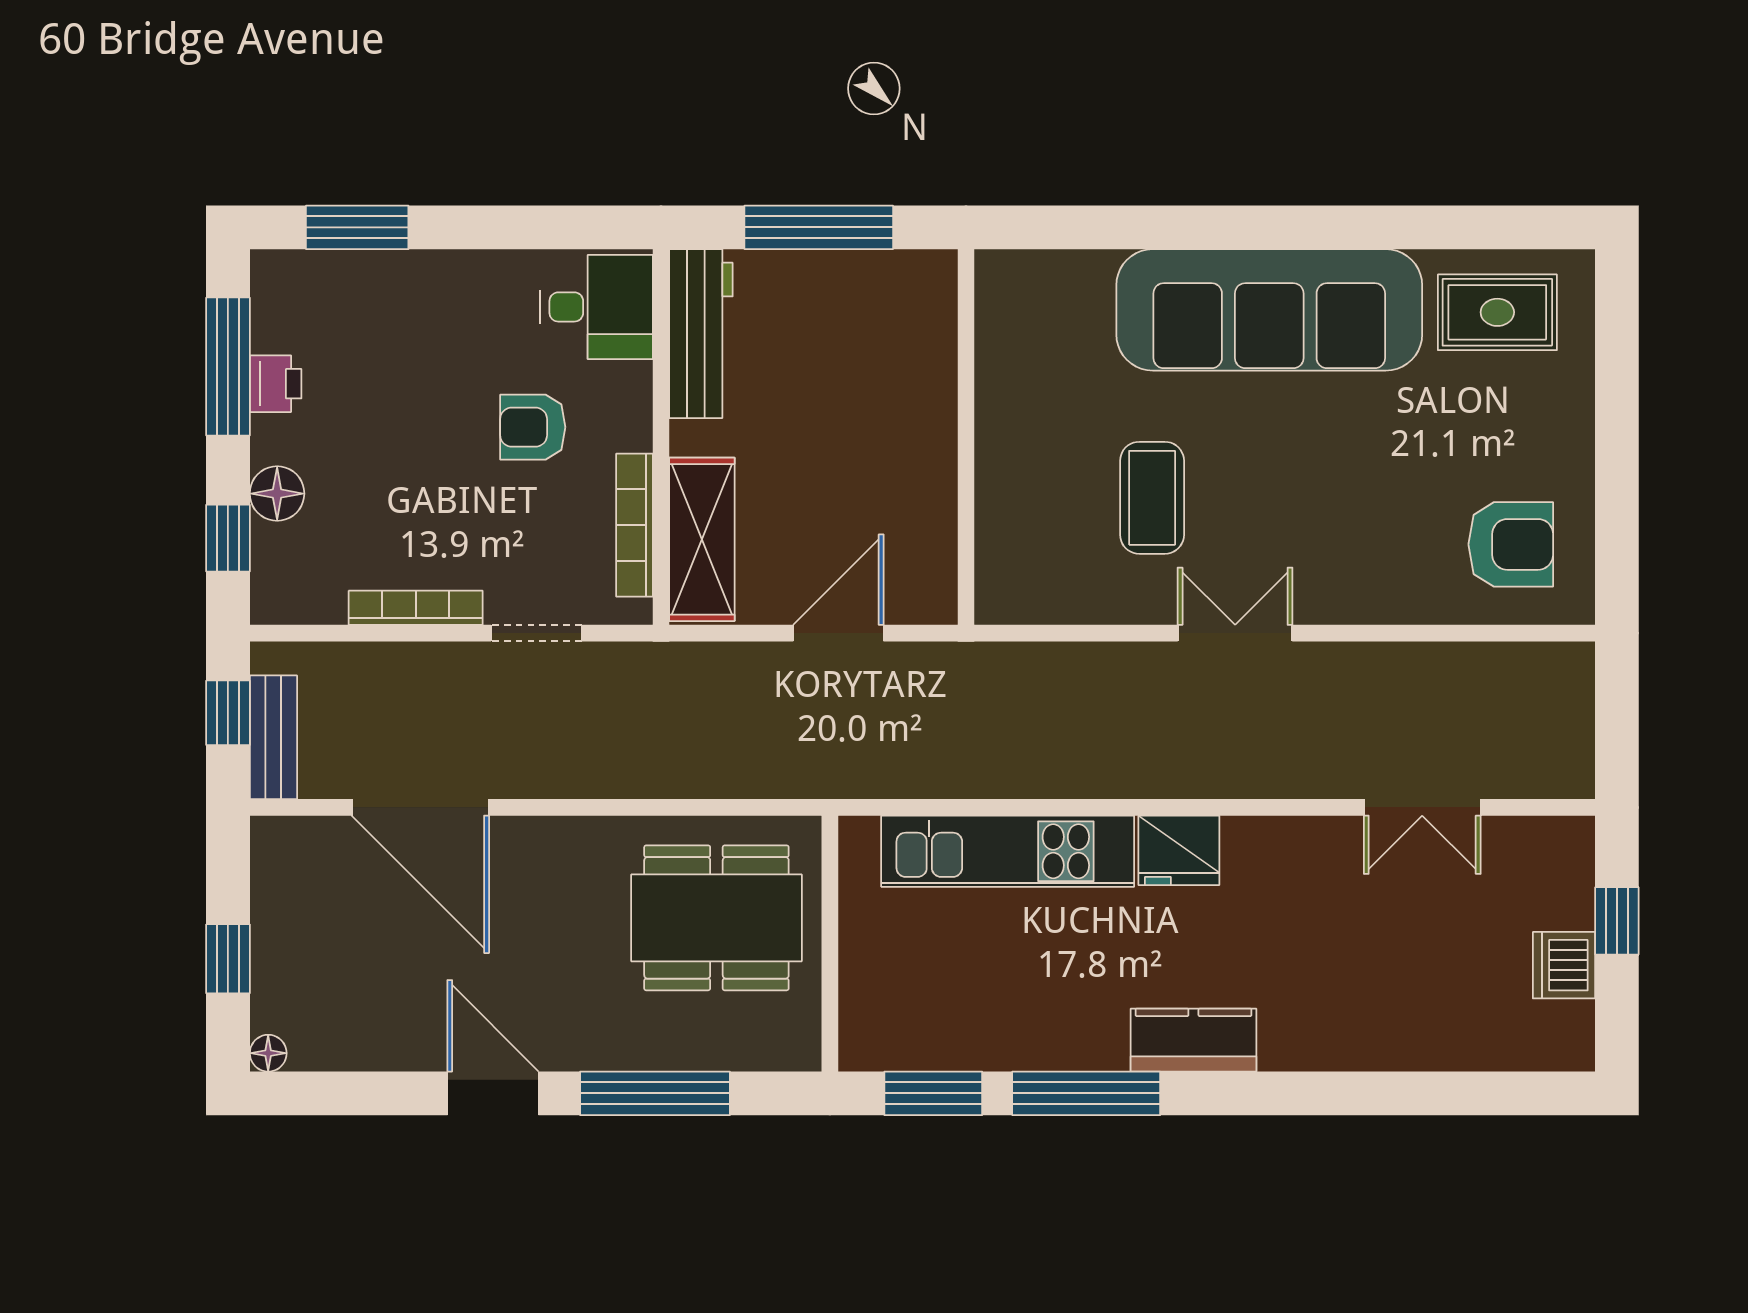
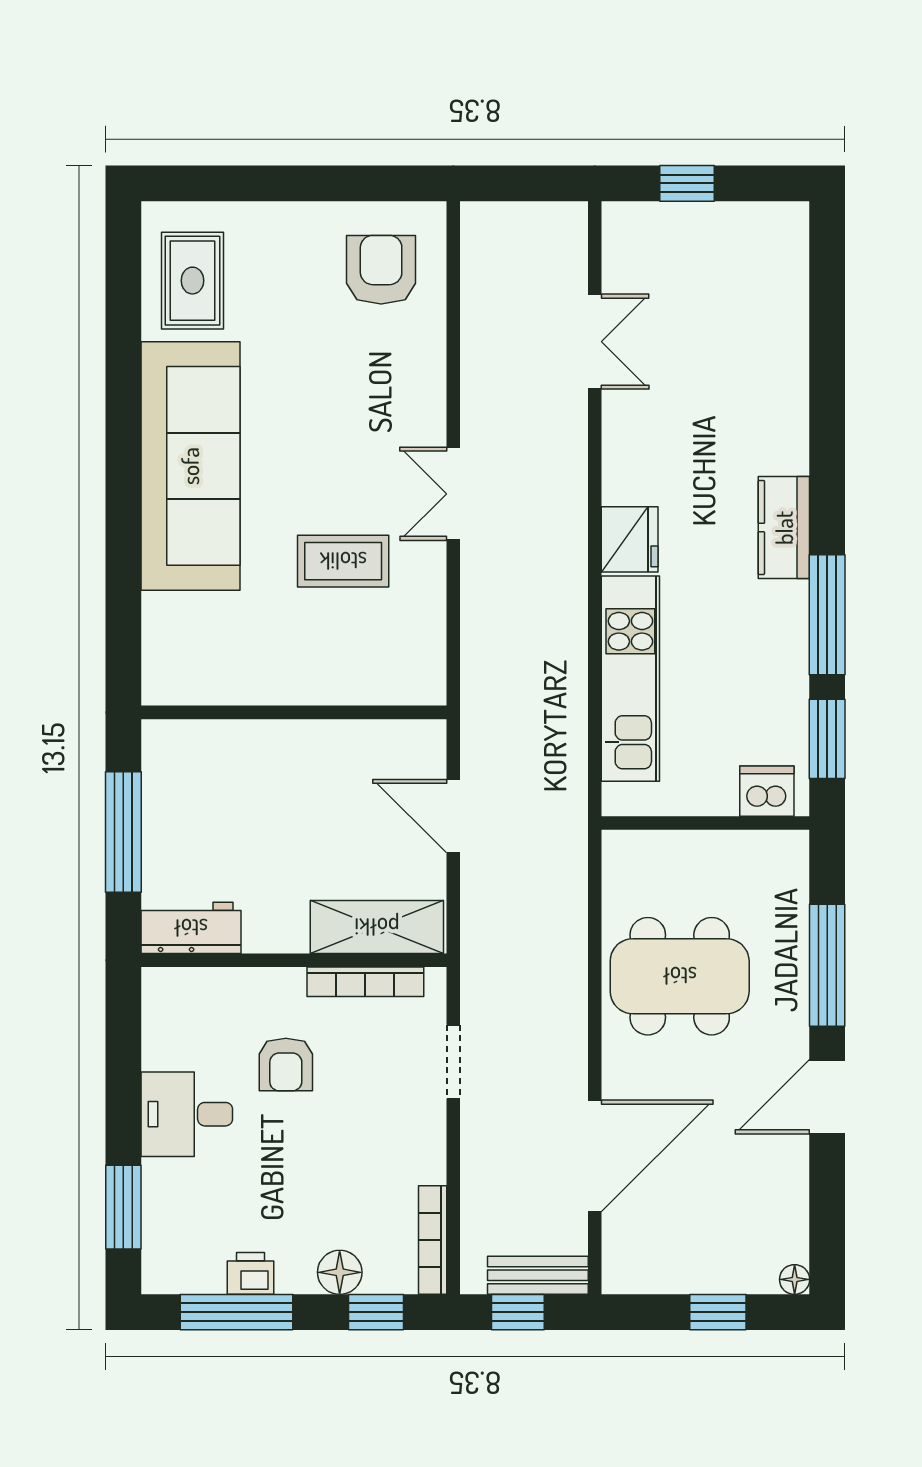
desk: (597, 307) -> (187, 1114), moved, turned -90
workbench: (701, 334) -> (191, 928), width x0.73
bookcase: (416, 608) -> (433, 1240), moved
dining table: (716, 918) -> (680, 976), moved, turned 90
dishwasher: (1564, 965) -> (767, 791), moved, turned 180

